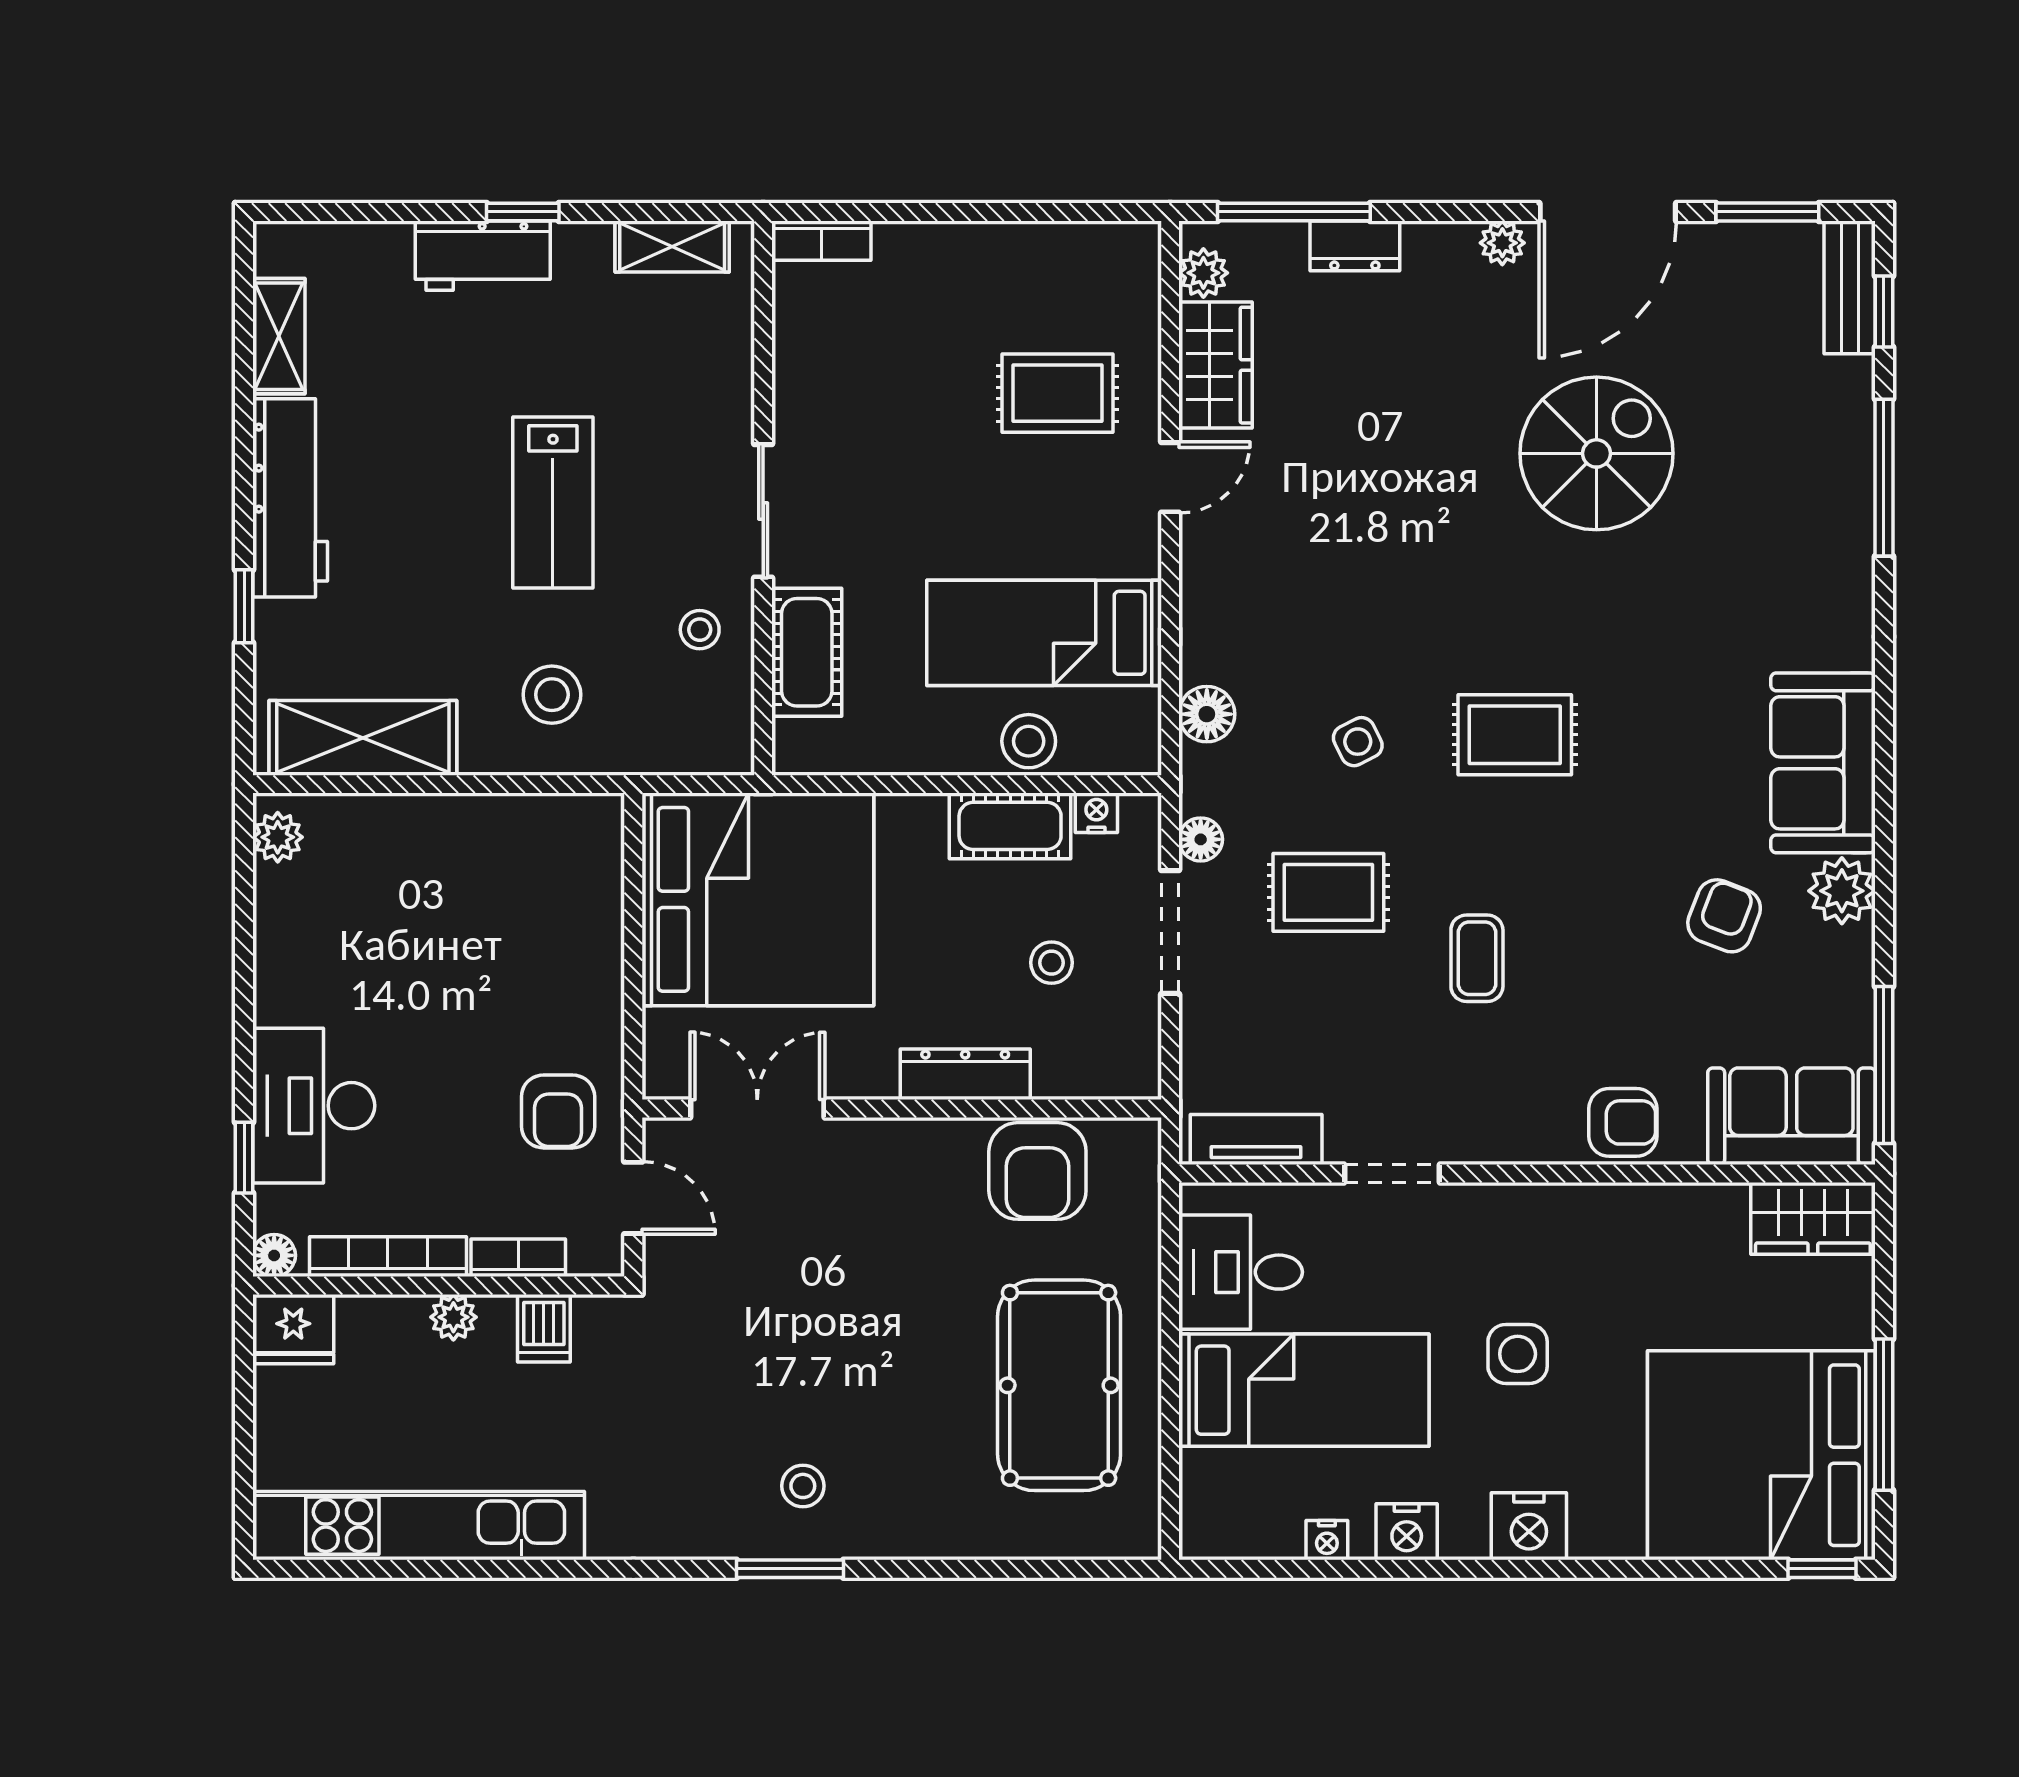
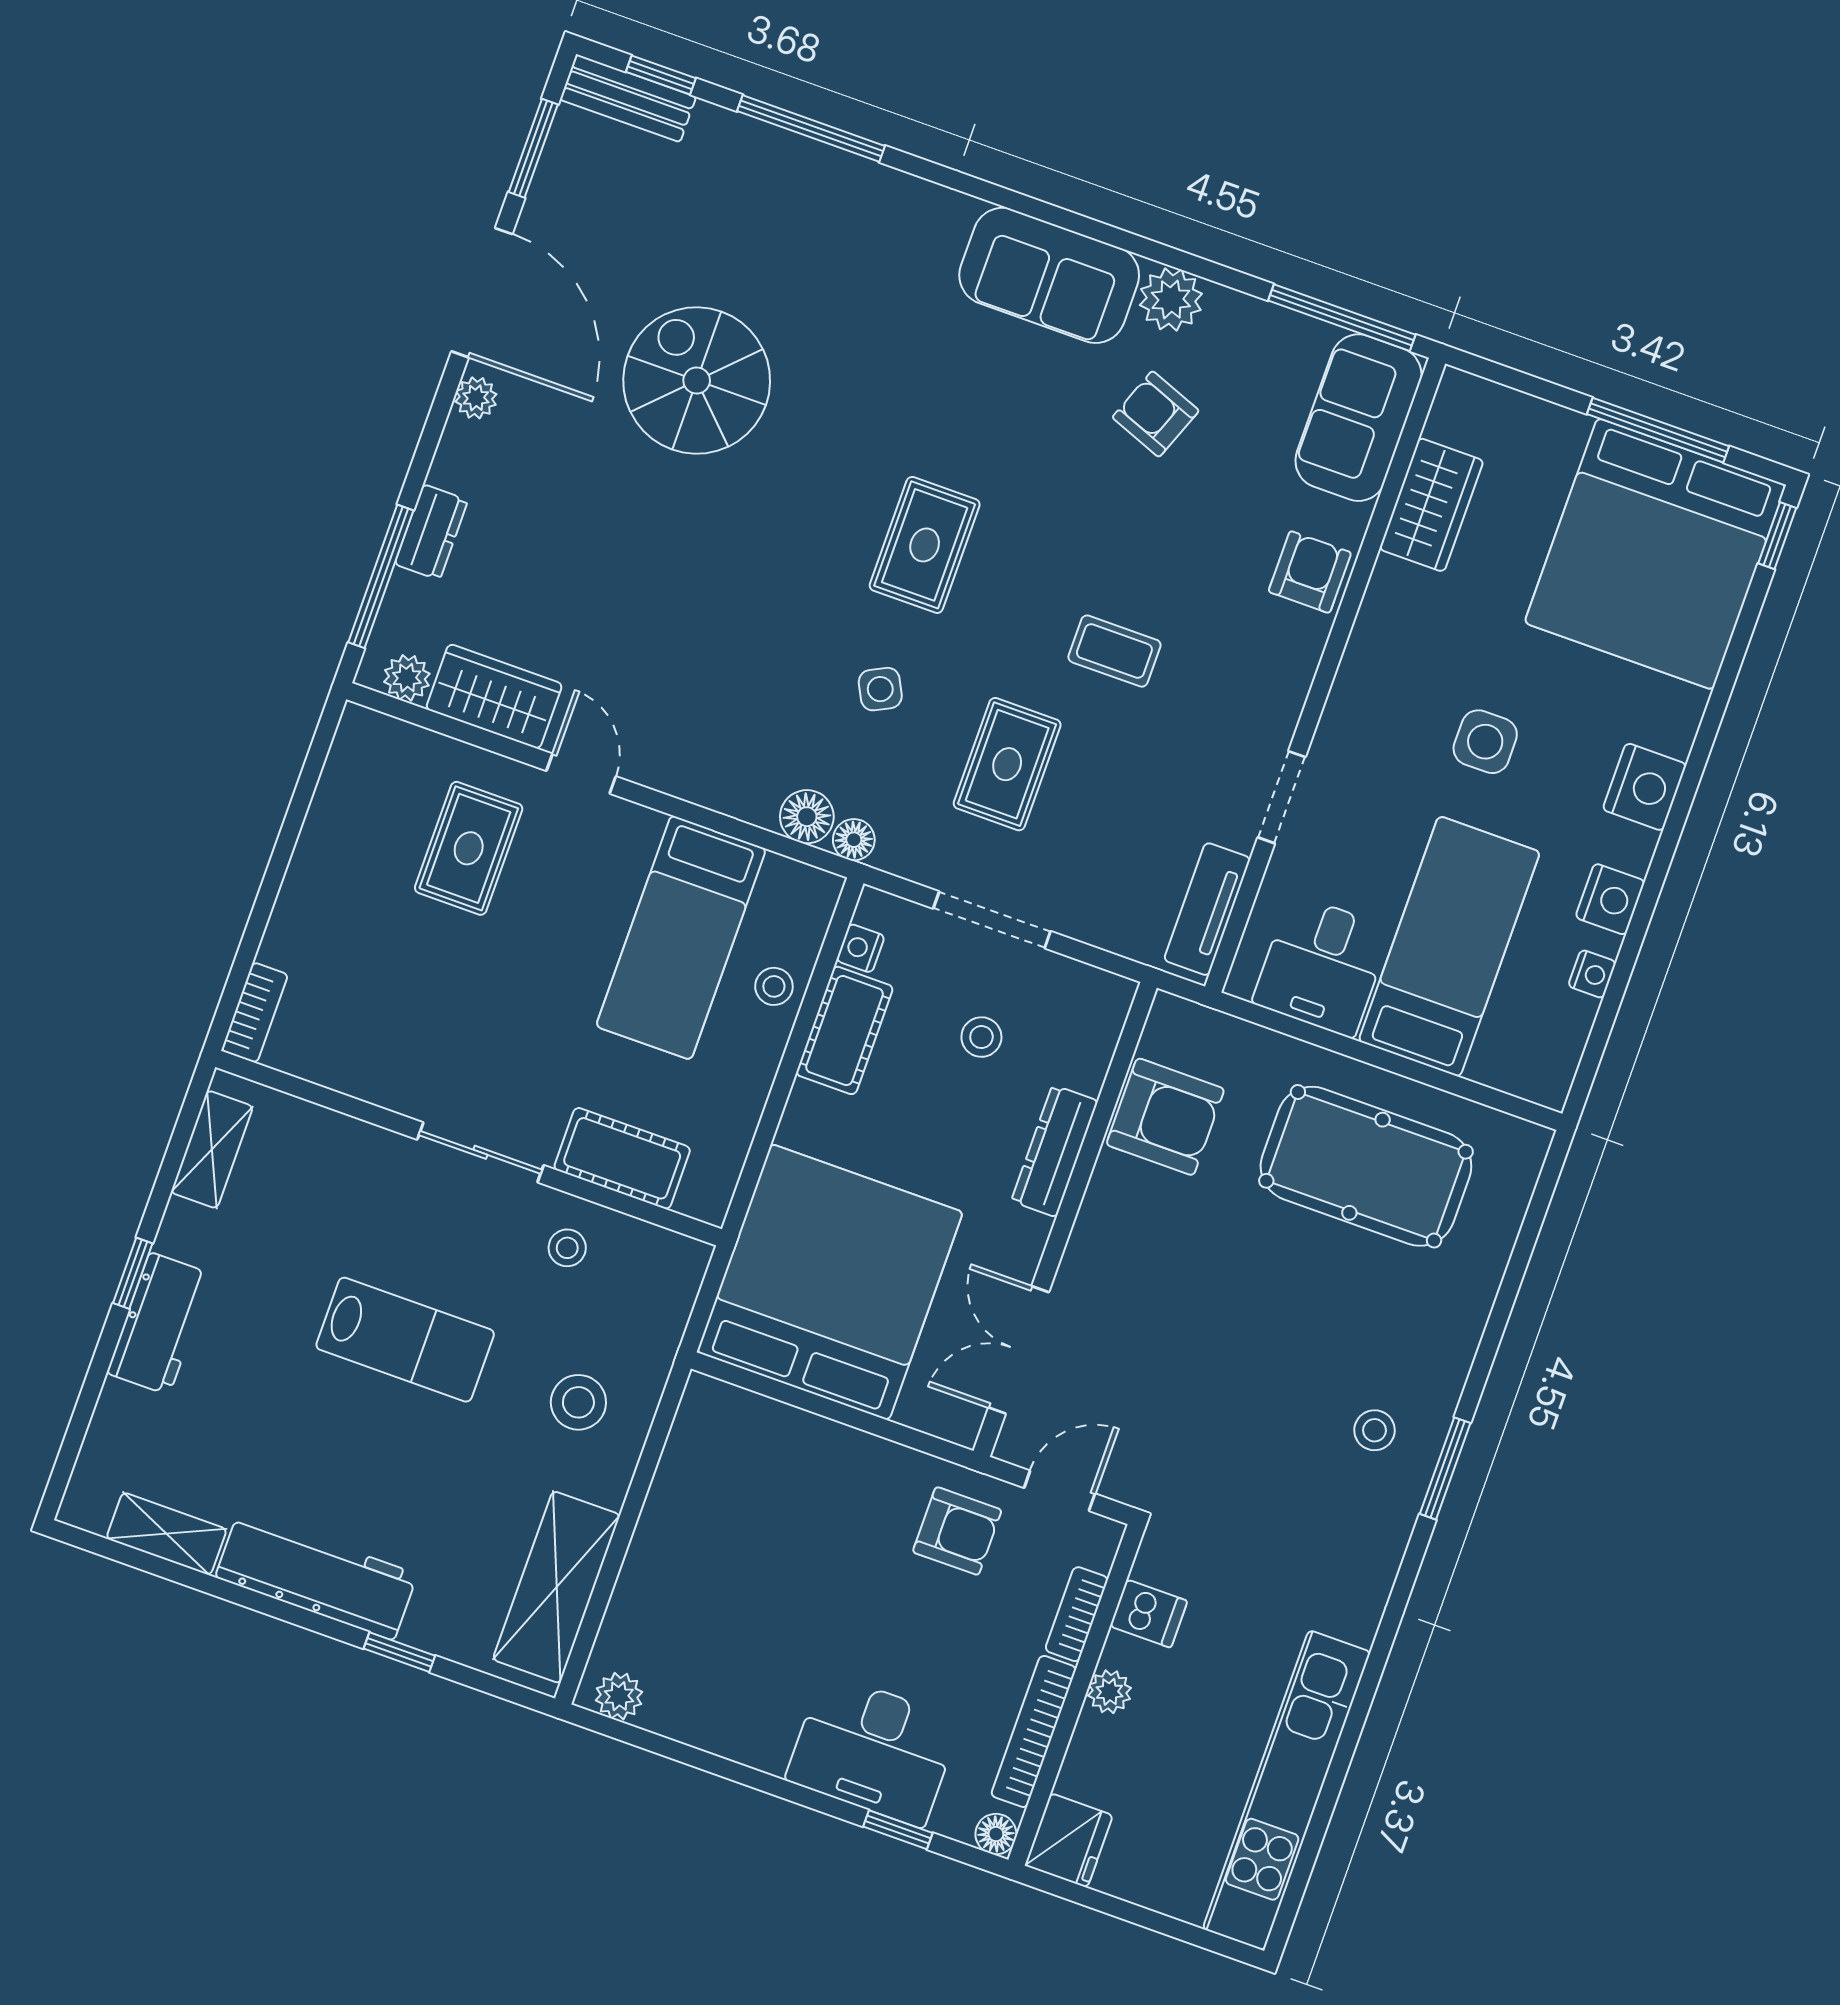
stool: (1029, 741) -> (774, 986), width x0.73, depth x0.73
floor lamp: (1201, 839) -> (854, 840), moved
wardrobe: (1813, 1218) -> (1431, 505), moved

